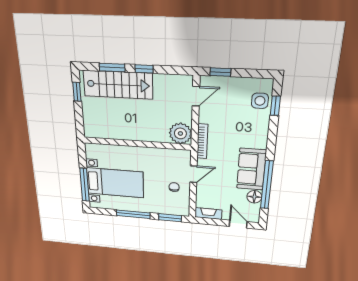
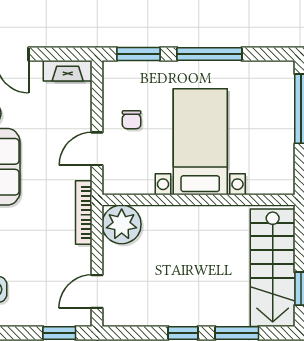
stairs: (118, 85) -> (273, 268), moved, turned -90
bed with nightstands: (115, 183) -> (200, 142), moved, turned 90

